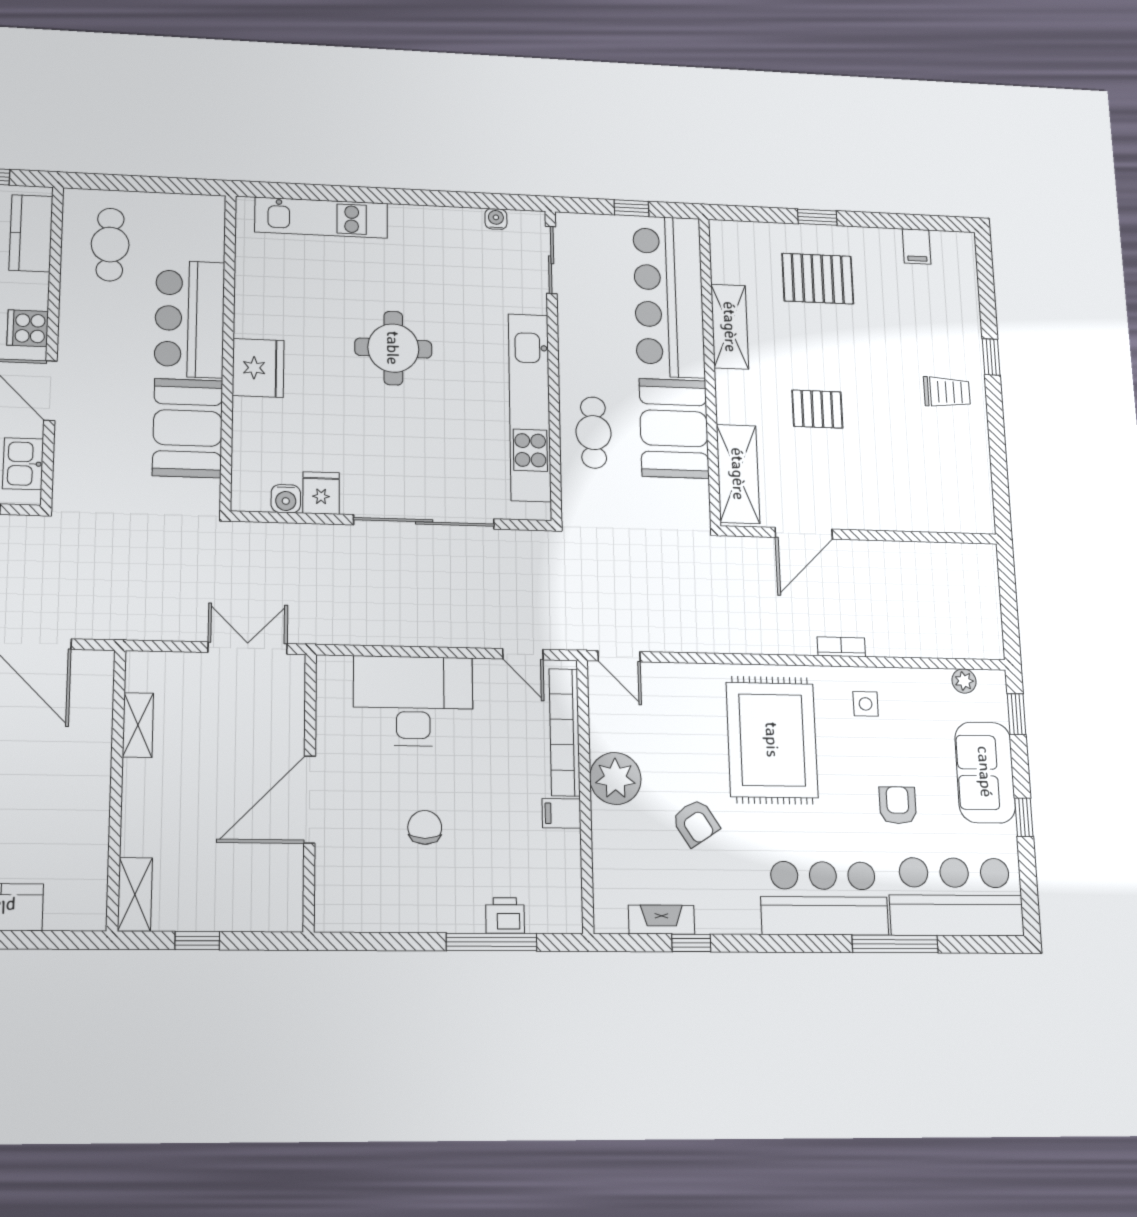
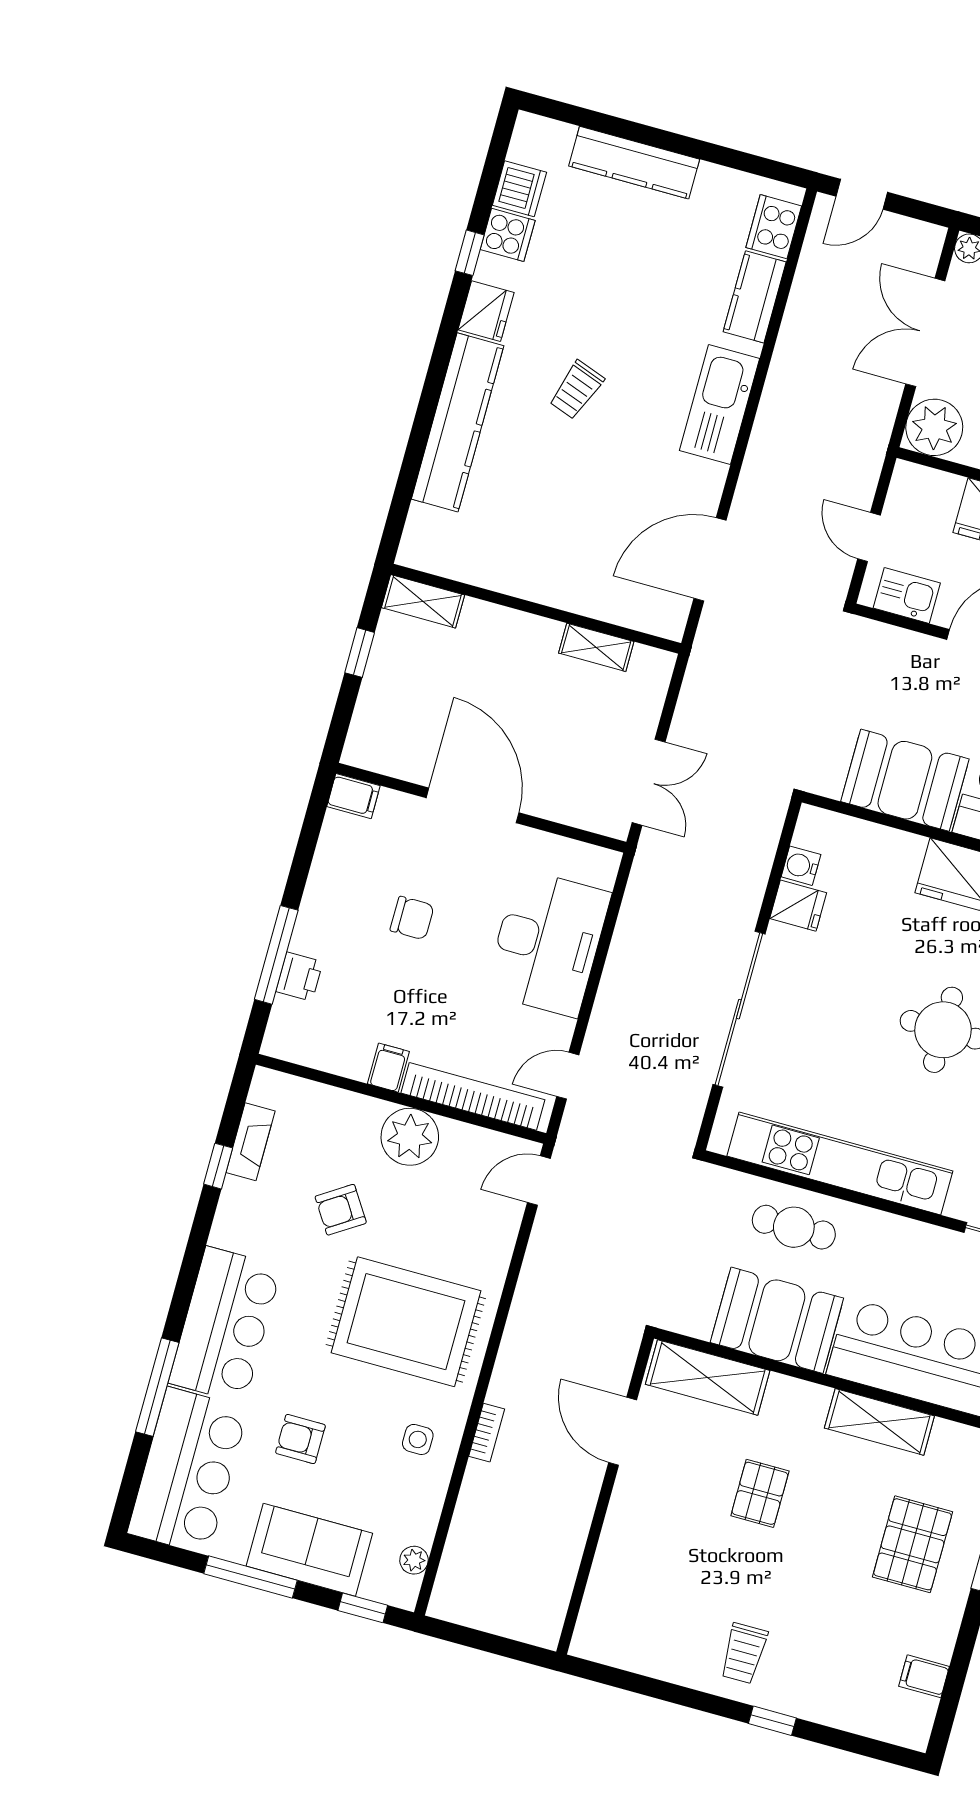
armchair: (898, 805) -> (300, 1439), turned 180
window: (1024, 817) -> (250, 1577), width x2.17
filing cabinet: (330, 910) -> (353, 796), added

